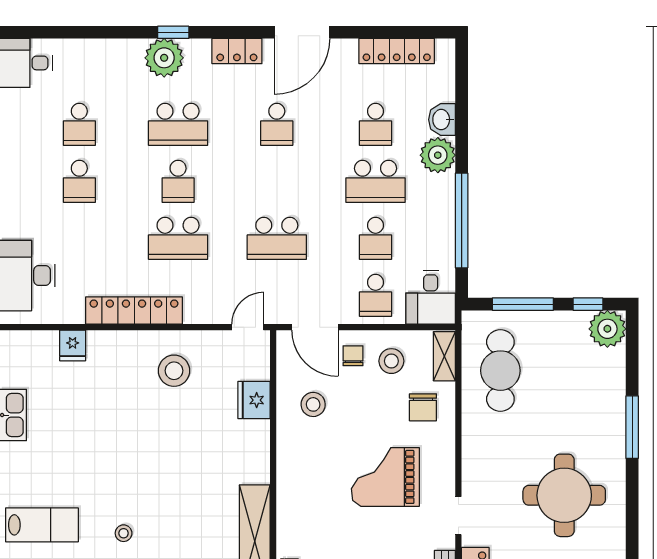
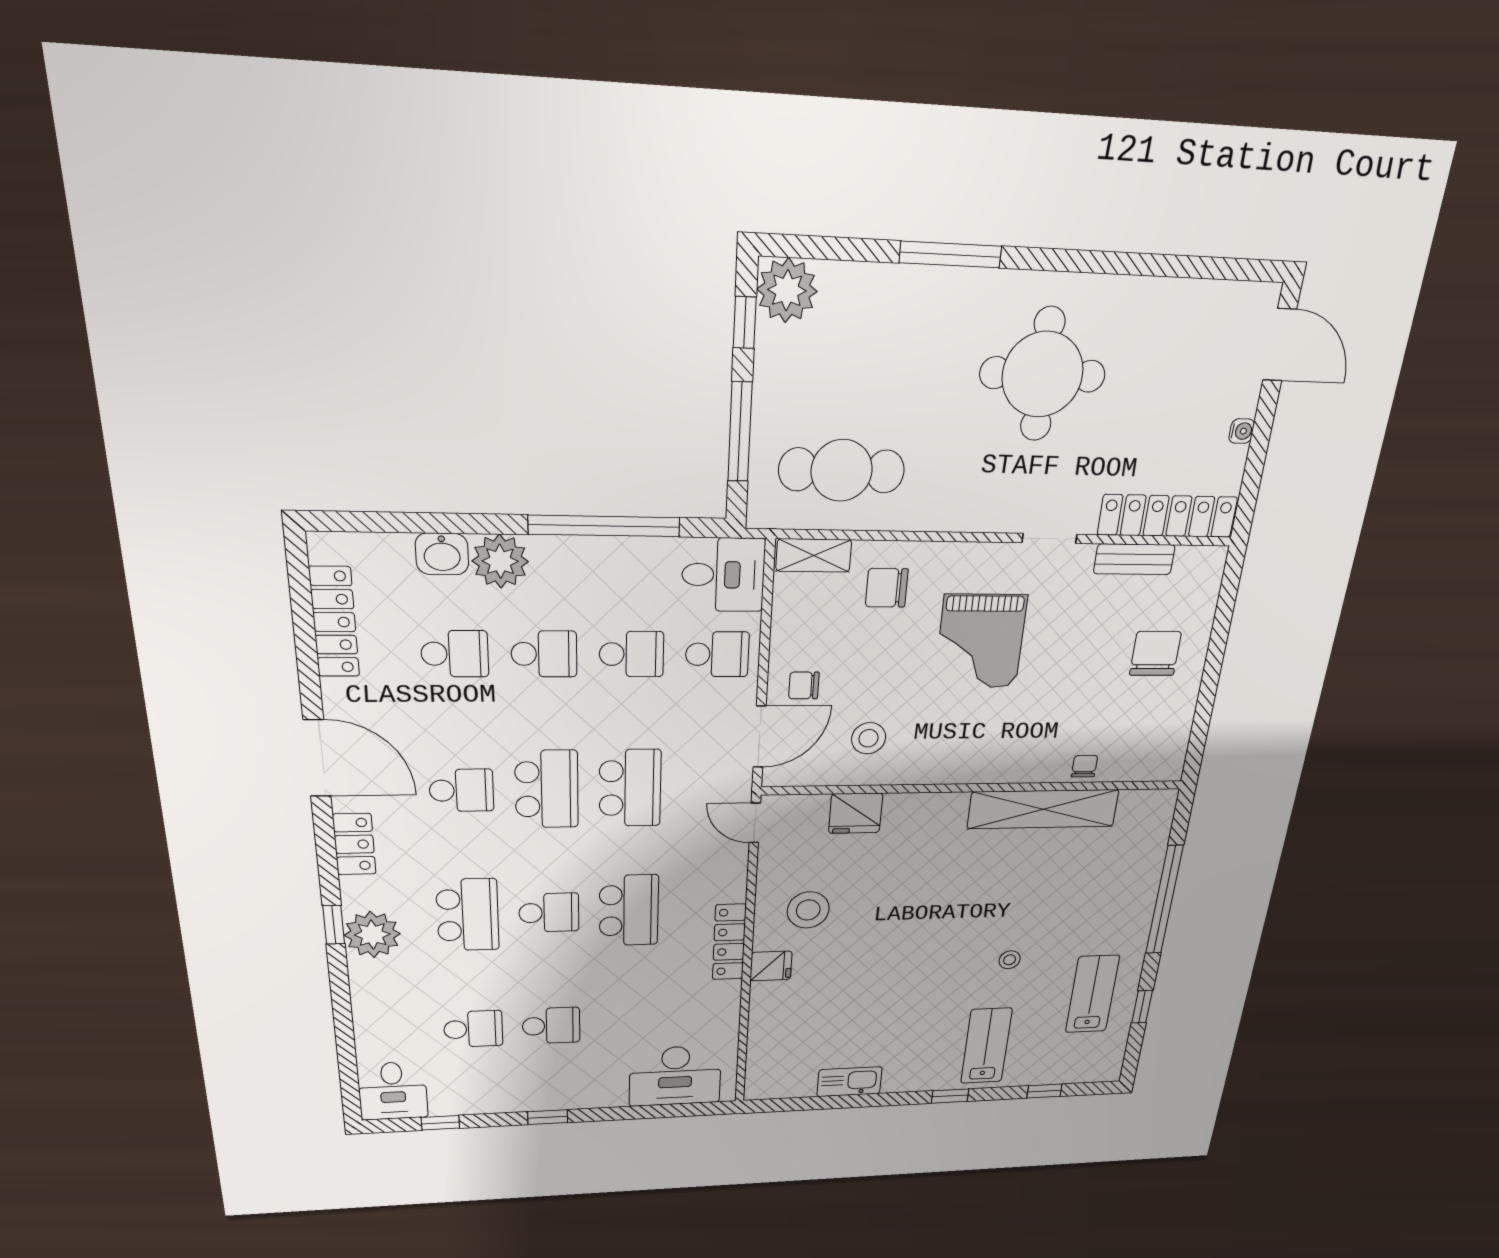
school desk: (277, 181) -> (547, 789), added
school desk: (376, 181) -> (544, 654), width x0.54
locker: (134, 310) -> (729, 942), width x0.71, depth x0.83
fridge: (73, 345) -> (771, 966), moved
stool: (391, 361) -> (815, 632), removed
chair: (423, 407) -> (887, 588), turned 180

